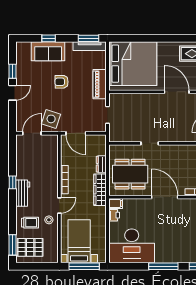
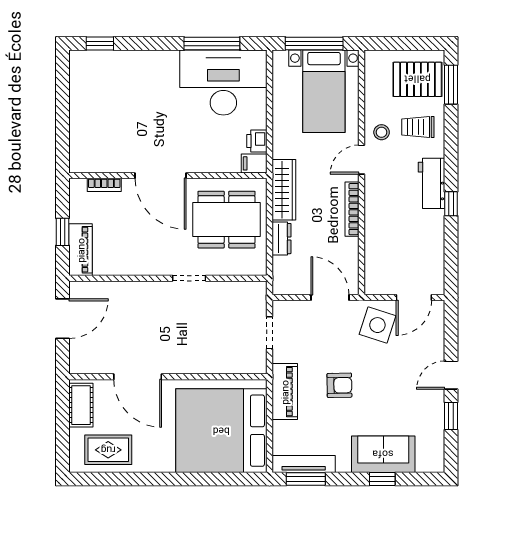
armchair: (62, 82) -> (339, 385), moved
window: (163, 266) -> (212, 43), moved

